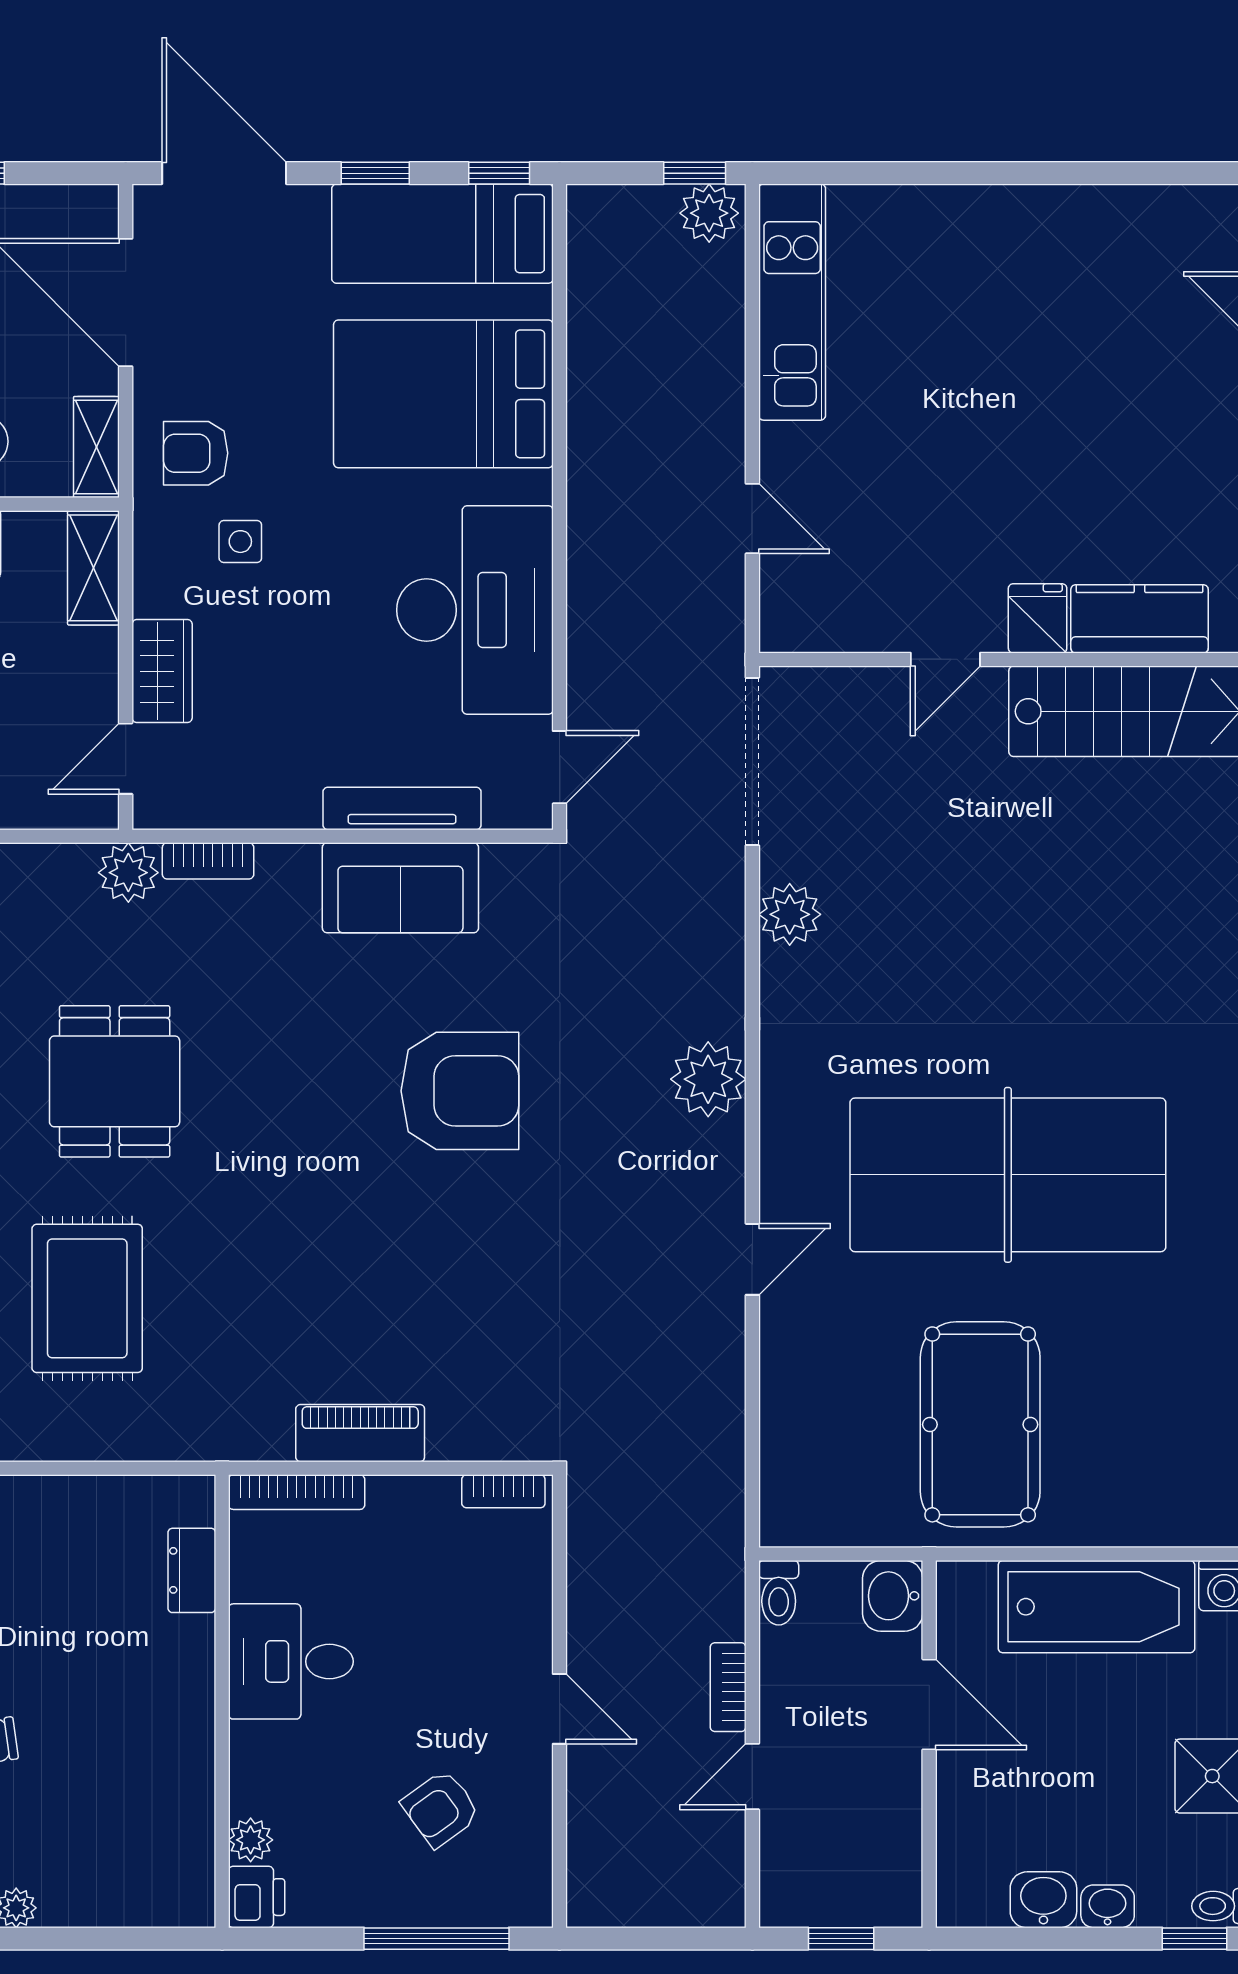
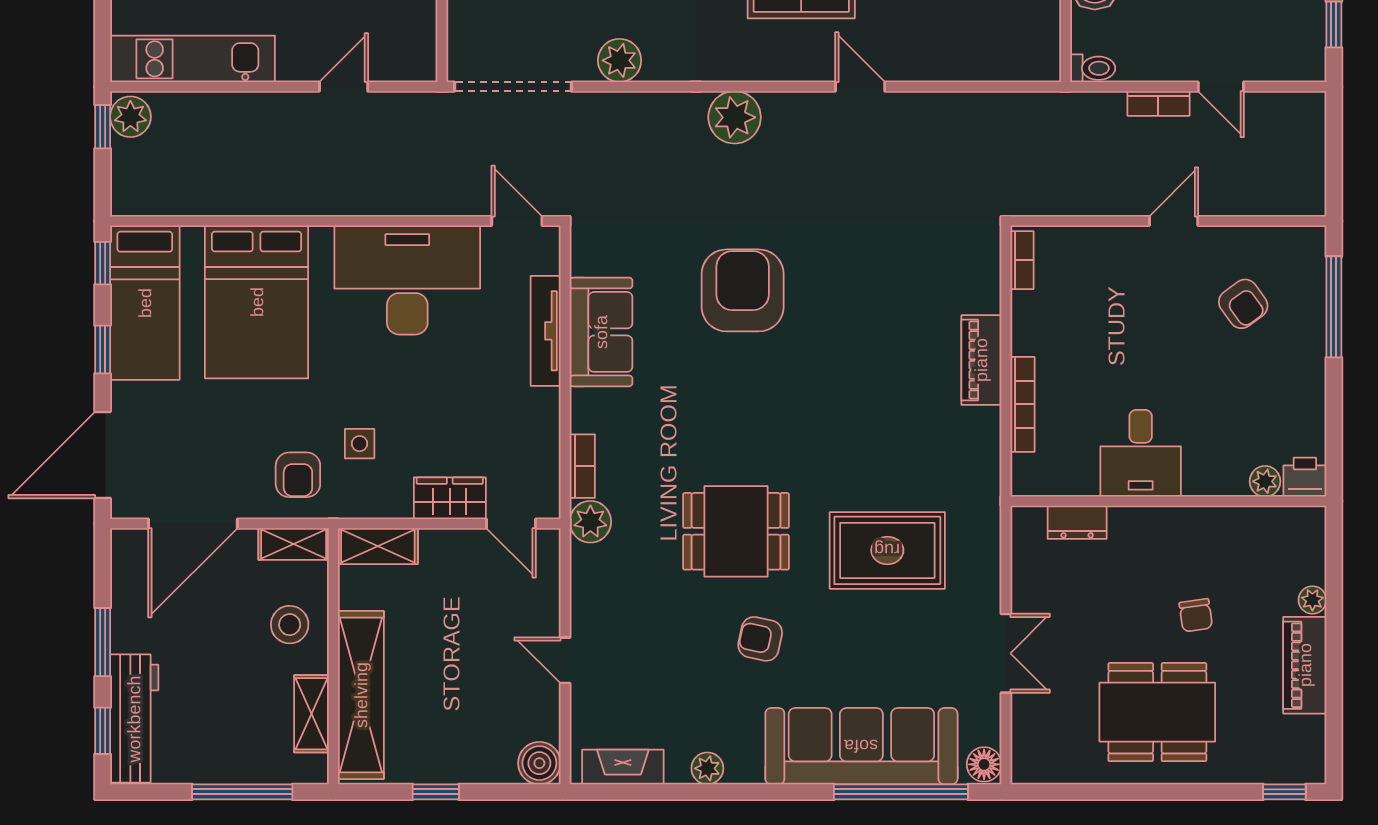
dresser: (192, 1570) -> (1077, 522), moved
desk: (291, 1661) -> (1141, 453), moved
wall: (222, 1701) -> (1168, 501), moved
plant: (251, 1840) -> (1265, 481), moved
printer: (257, 1897) -> (1305, 477), moved

